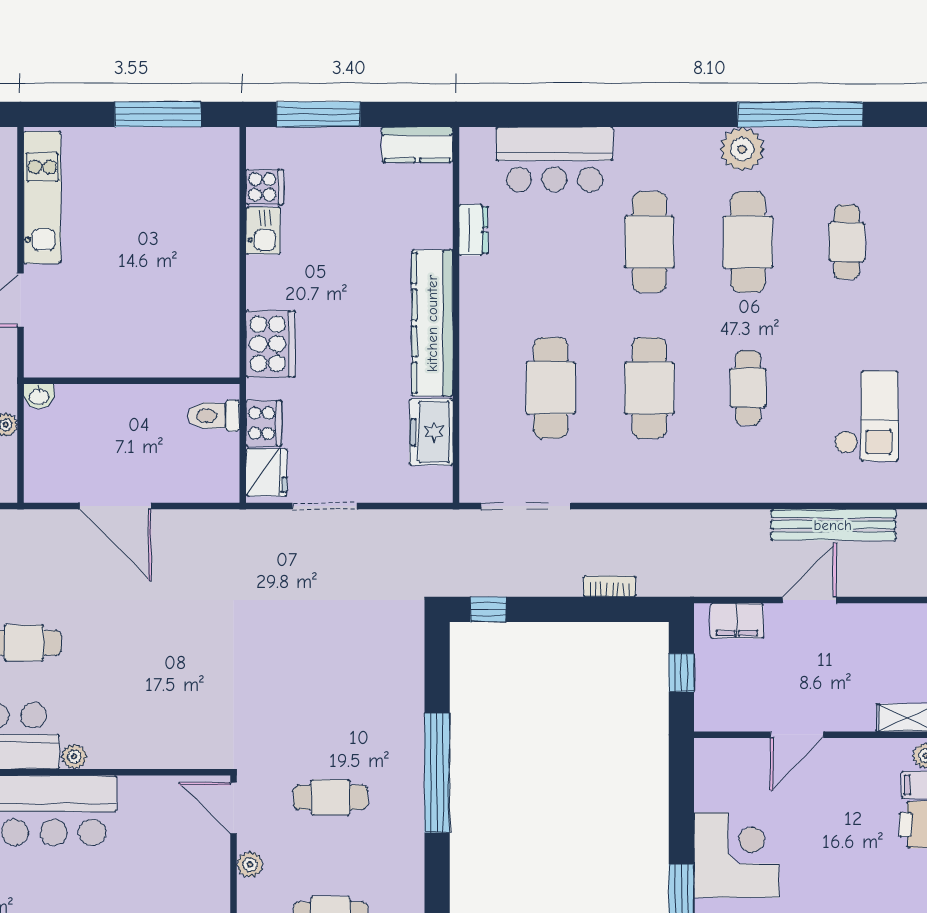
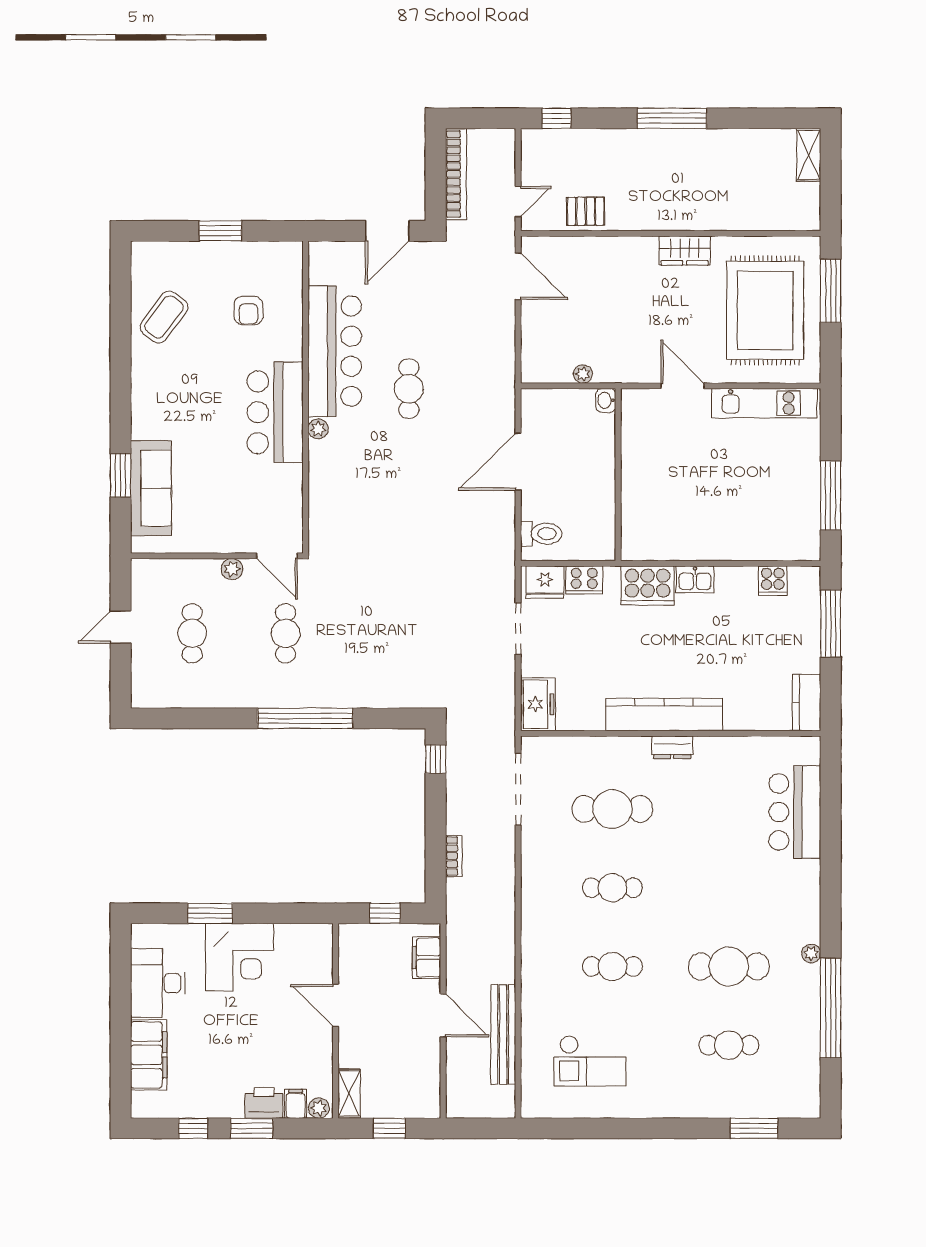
plant: (742, 149) -> (811, 953), width x0.53, depth x0.53
dresser: (473, 230) -> (672, 747), moved
kitchen sink: (263, 231) -> (695, 579), moved
cafe table: (649, 242) -> (729, 888), removed
cafe table: (649, 388) -> (612, 888), width x0.73, depth x0.74
toilet: (214, 416) -> (541, 534), moved, turned 90
freezer: (431, 432) -> (538, 704), moved, turned 90
door: (233, 808) -> (277, 556), swing flipped

